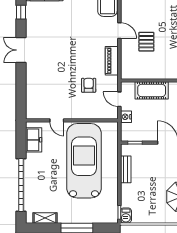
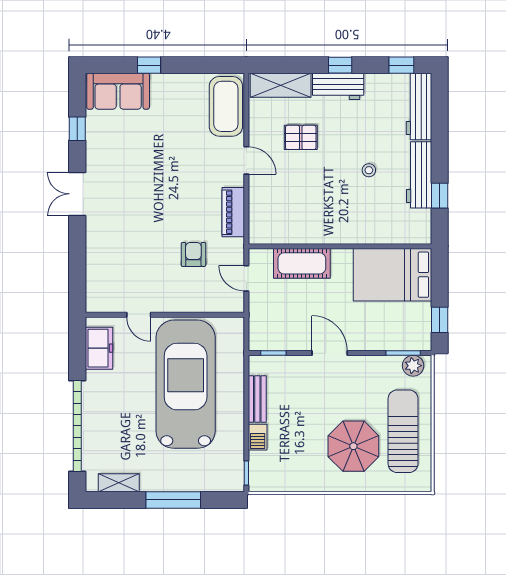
pallet: (146, 42) -> (301, 137), moved, turned 90
nightstand: (126, 117) -> (258, 309), removed
barbecue: (126, 215) -> (258, 437), moved

